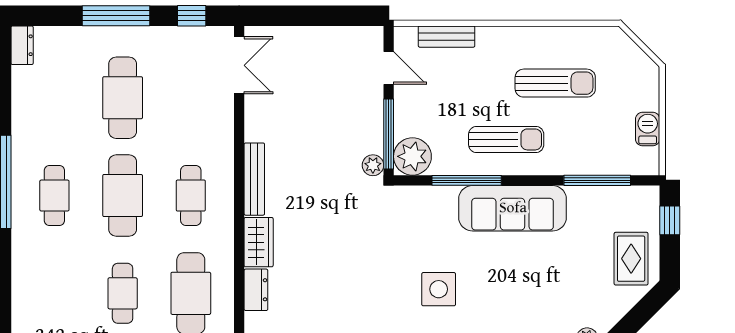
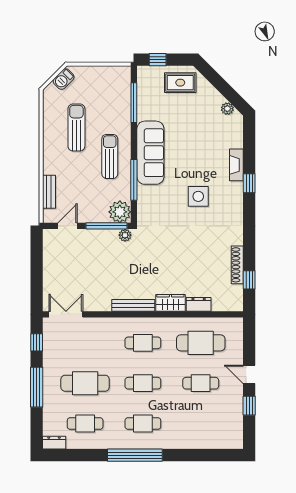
cafe table: (54, 98) -> (85, 424), added
barbecue: (648, 129) -> (64, 79), moved, turned -45
cafe table: (123, 196) -> (143, 383), width x0.73, depth x0.74

